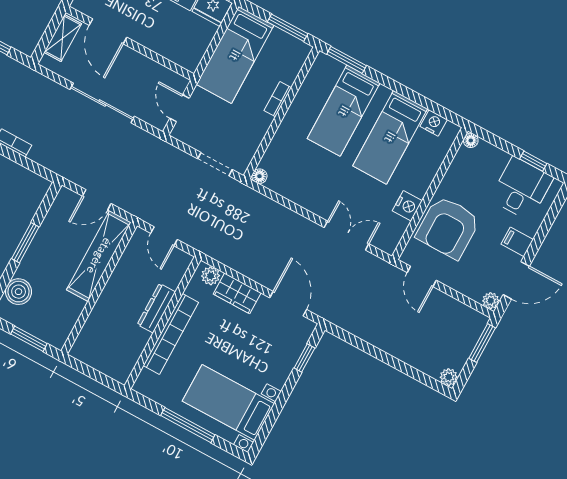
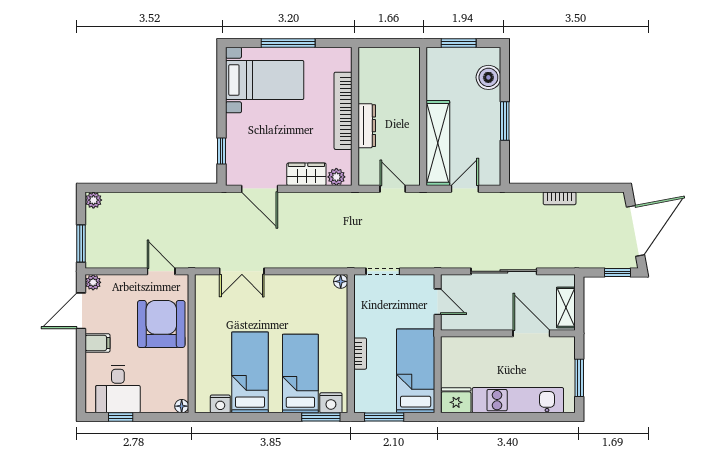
nightstand: (407, 206) -> (331, 403), moved, turned -90

